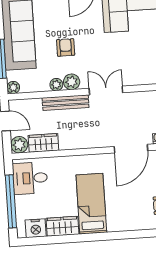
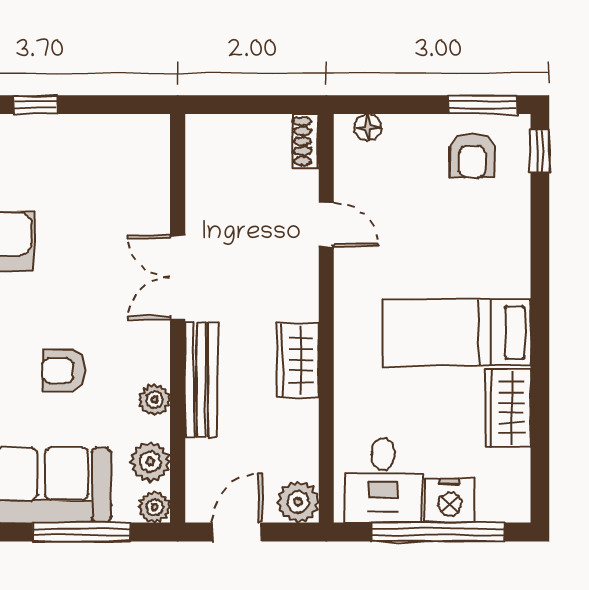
plant: (72, 82) -> (150, 462), moved
wardrobe: (43, 143) -> (298, 361), moved
door: (131, 149) -> (326, 225), width x0.53
nightstand: (36, 228) -> (450, 501), moved, turned 90

